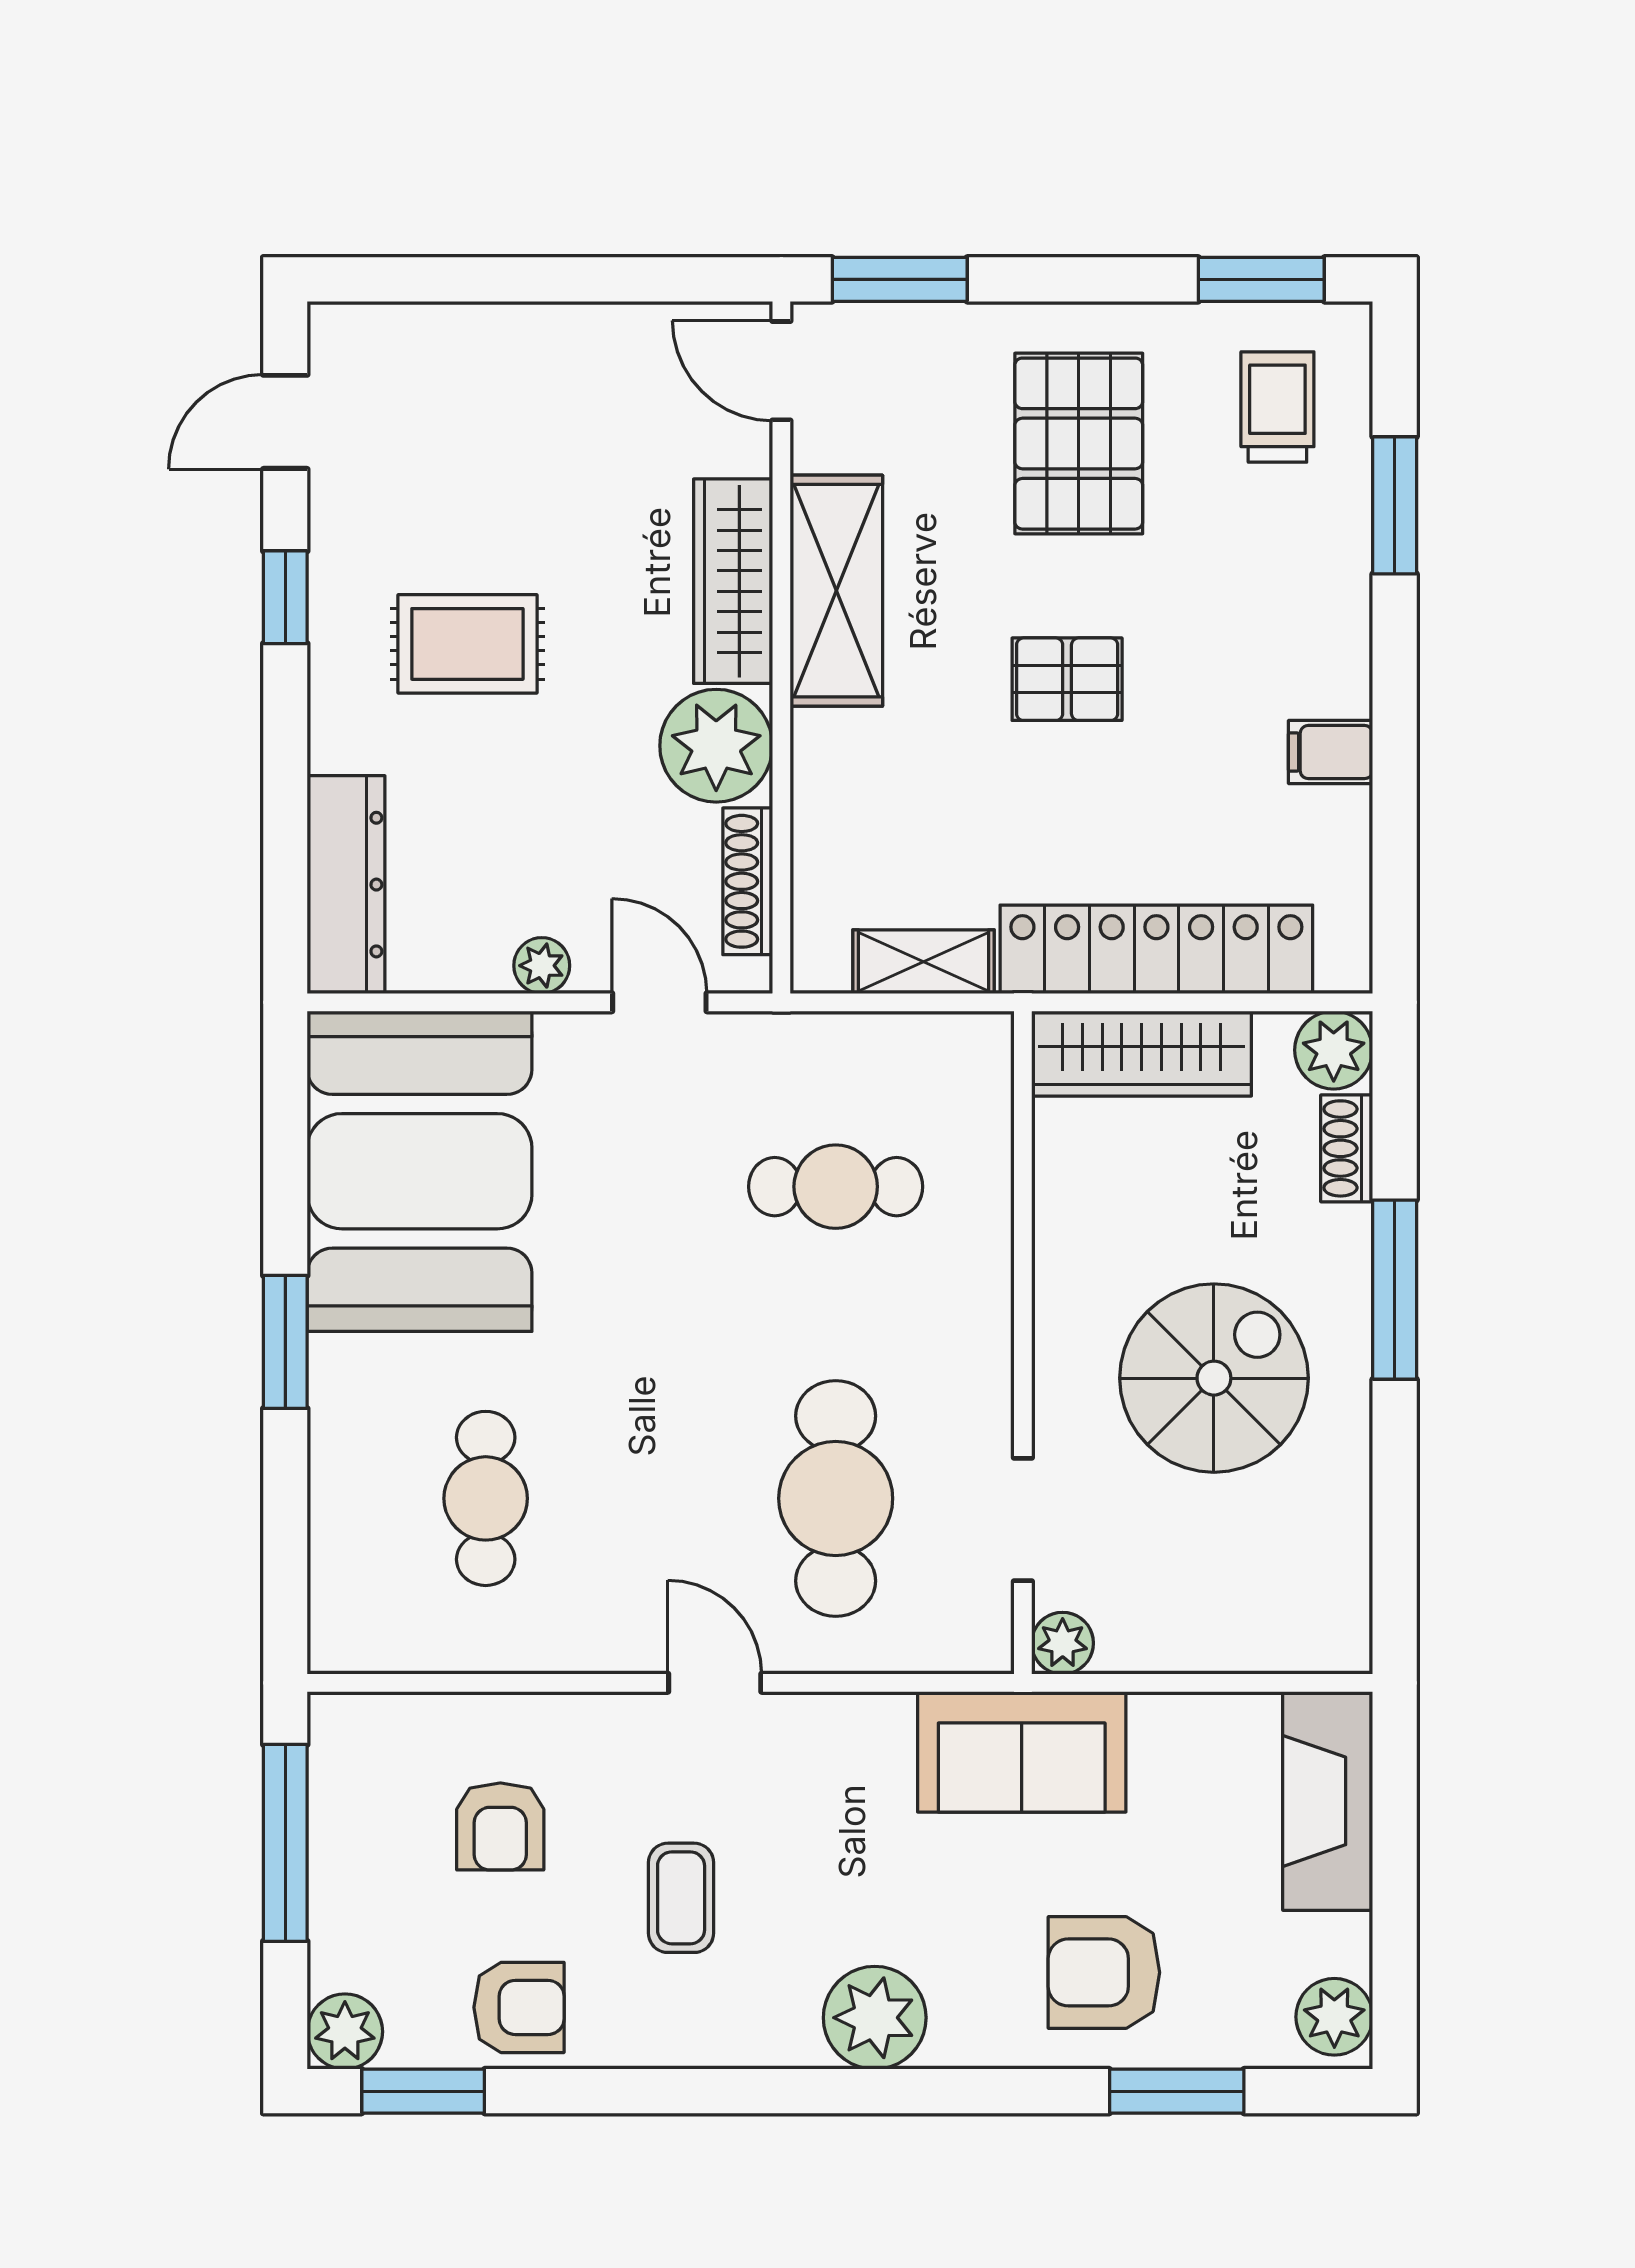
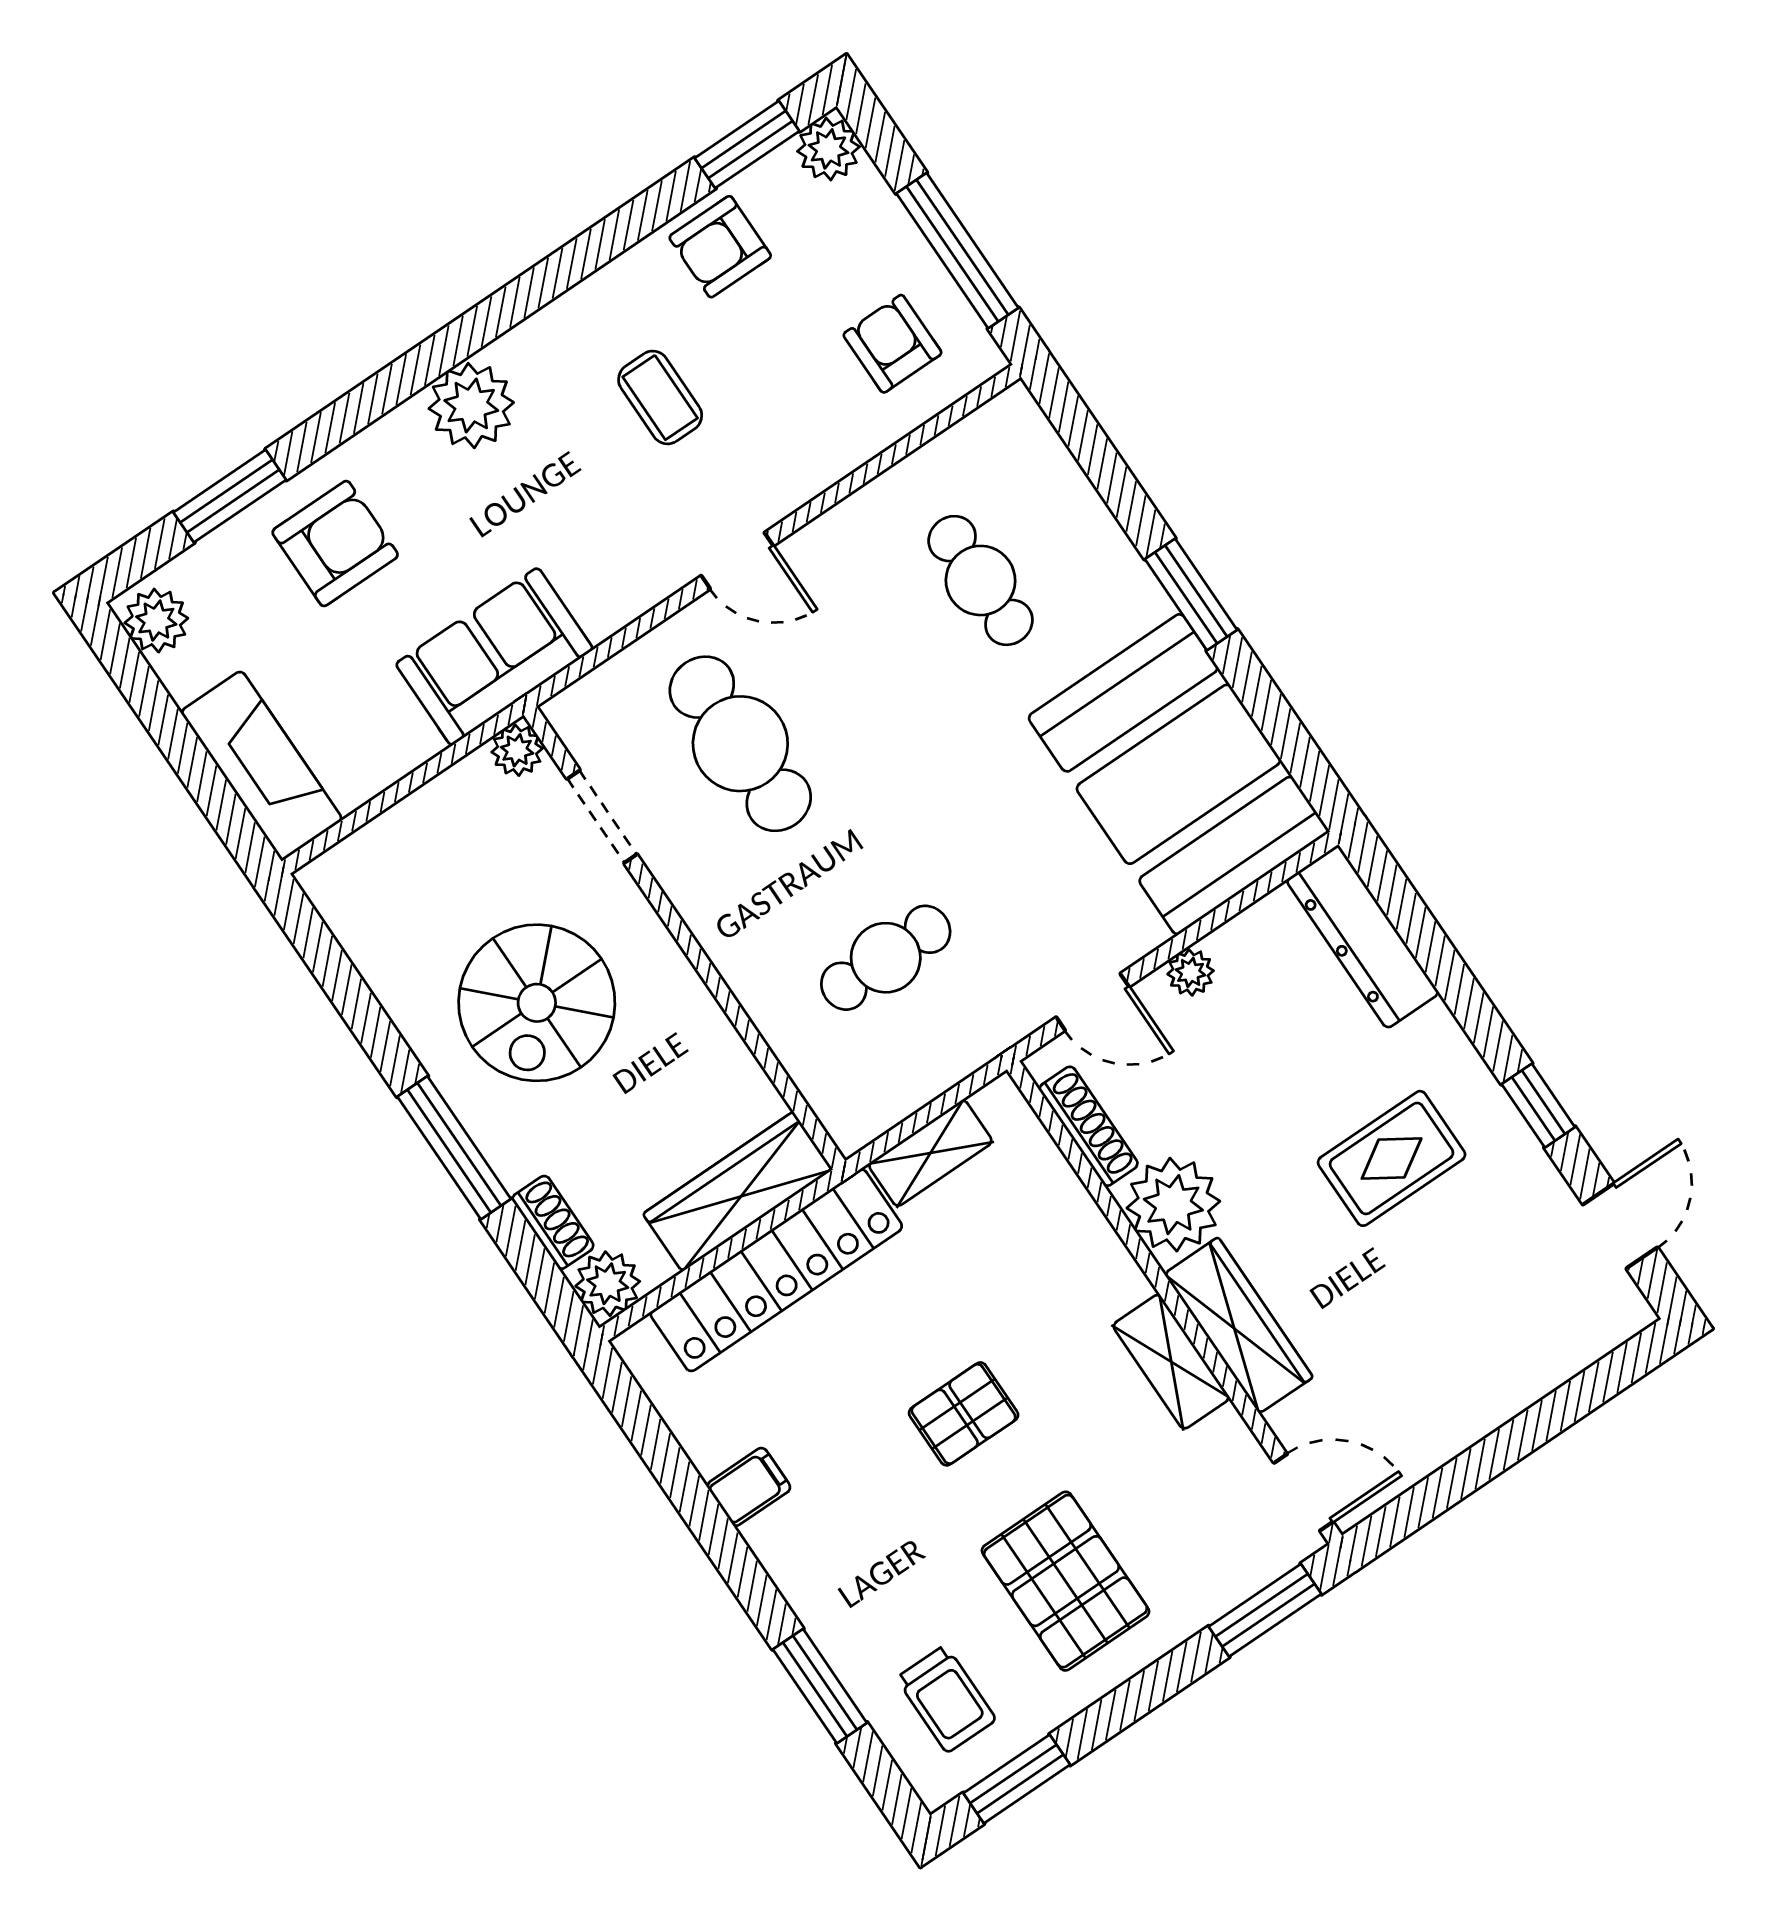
shelving: (836, 591) -> (1171, 1362), width x0.67, depth x0.75
armchair: (500, 1826) -> (892, 344), moved

